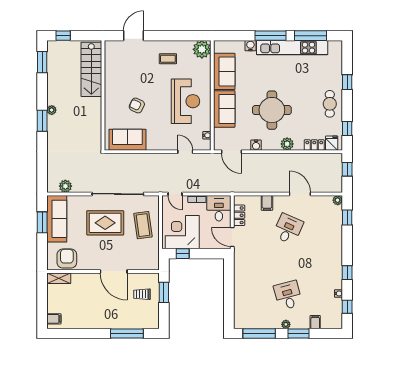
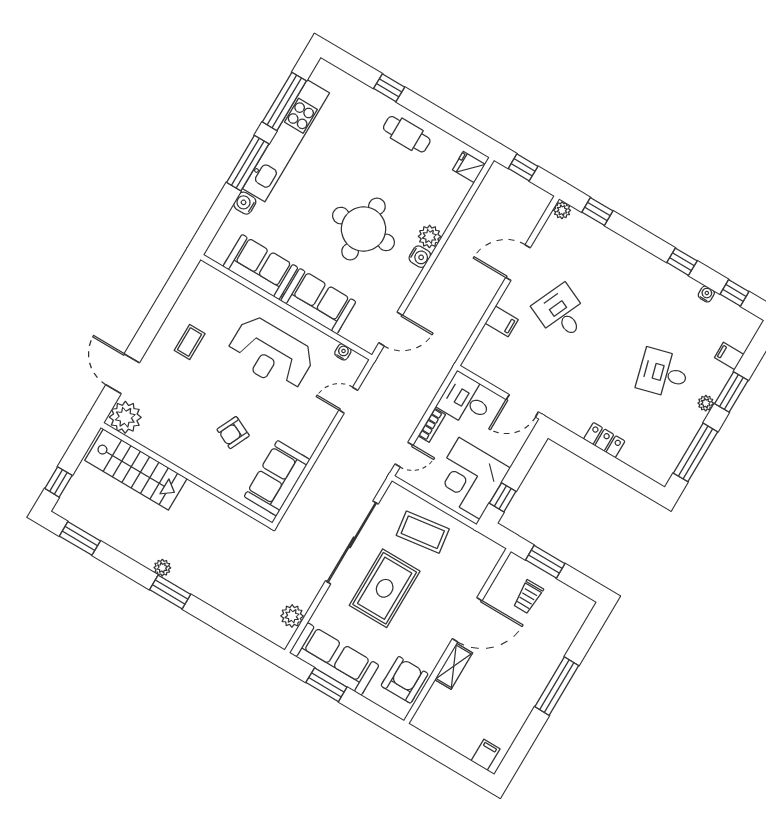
plant: (202, 49) -> (125, 417), moved
reception desk: (186, 101) -> (271, 354), turned 180
window: (347, 129) -> (460, 130), removed
water cooler: (256, 145) -> (420, 257), moved
locker: (314, 145) -> (456, 196), removed
locker: (239, 215) -> (604, 440), moved
armchair: (67, 259) -> (405, 680), turned 90
shelving: (59, 278) -> (454, 666), moved
window: (127, 334) -> (557, 686), moved

